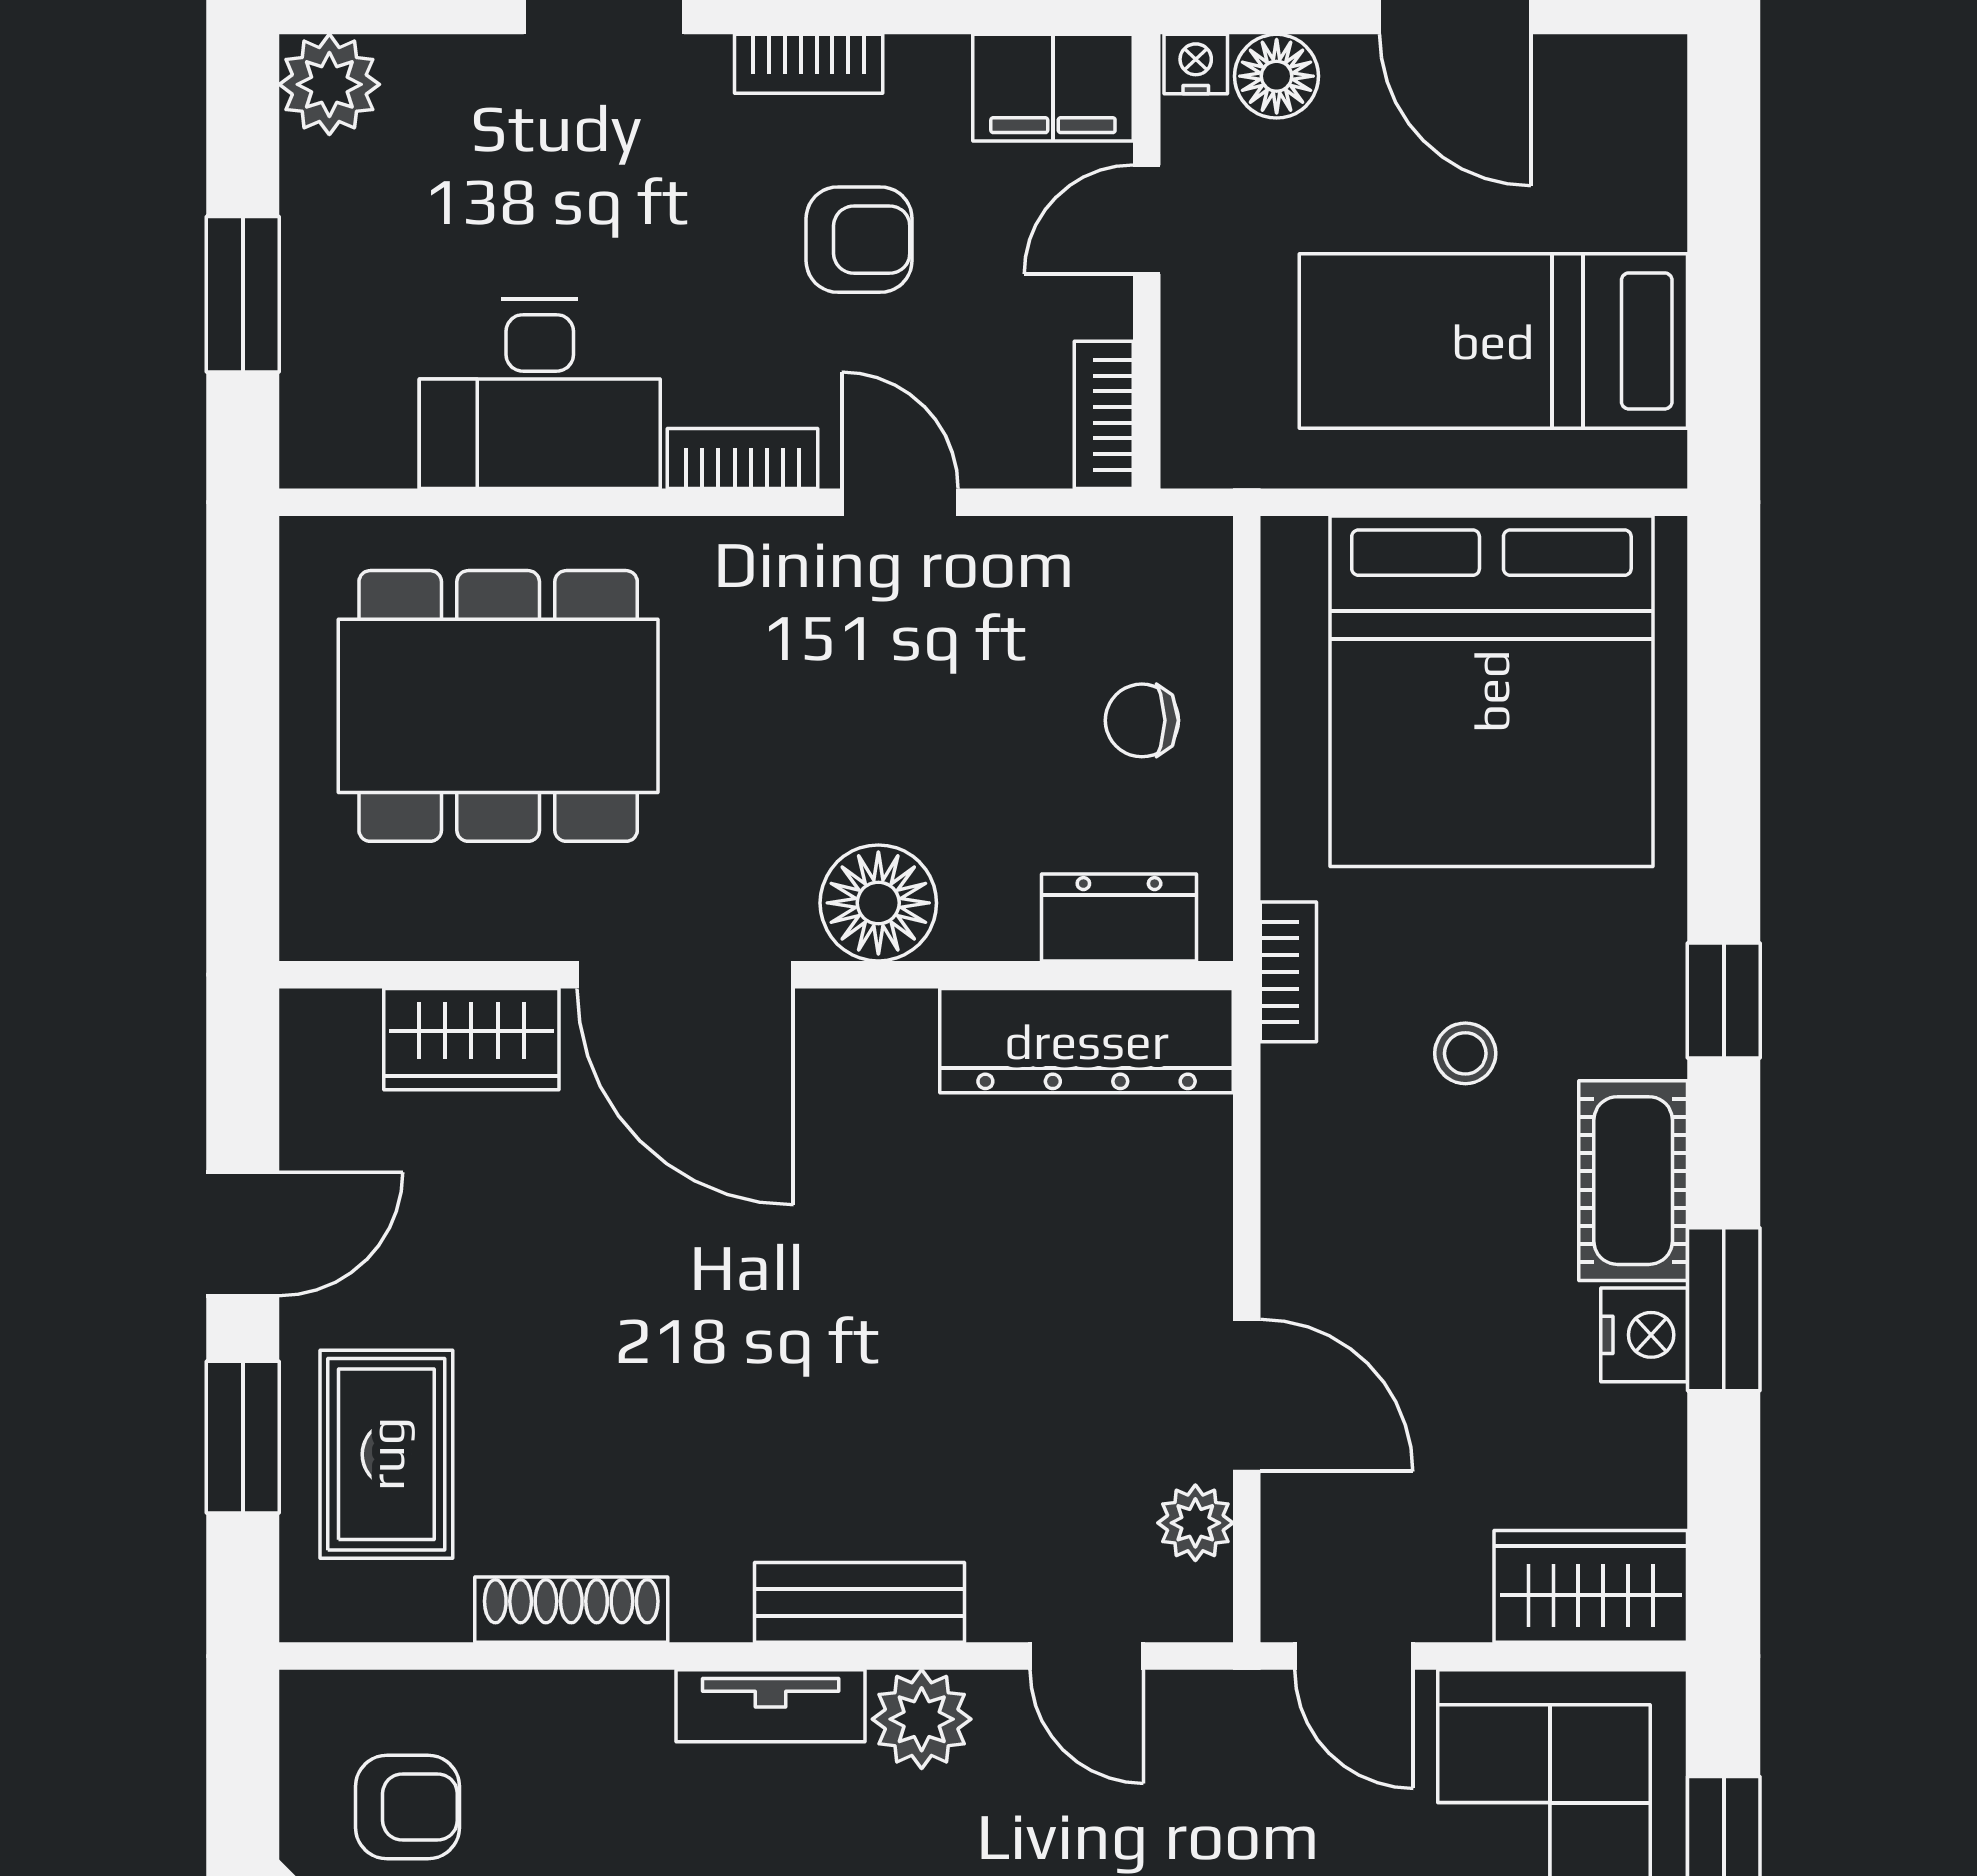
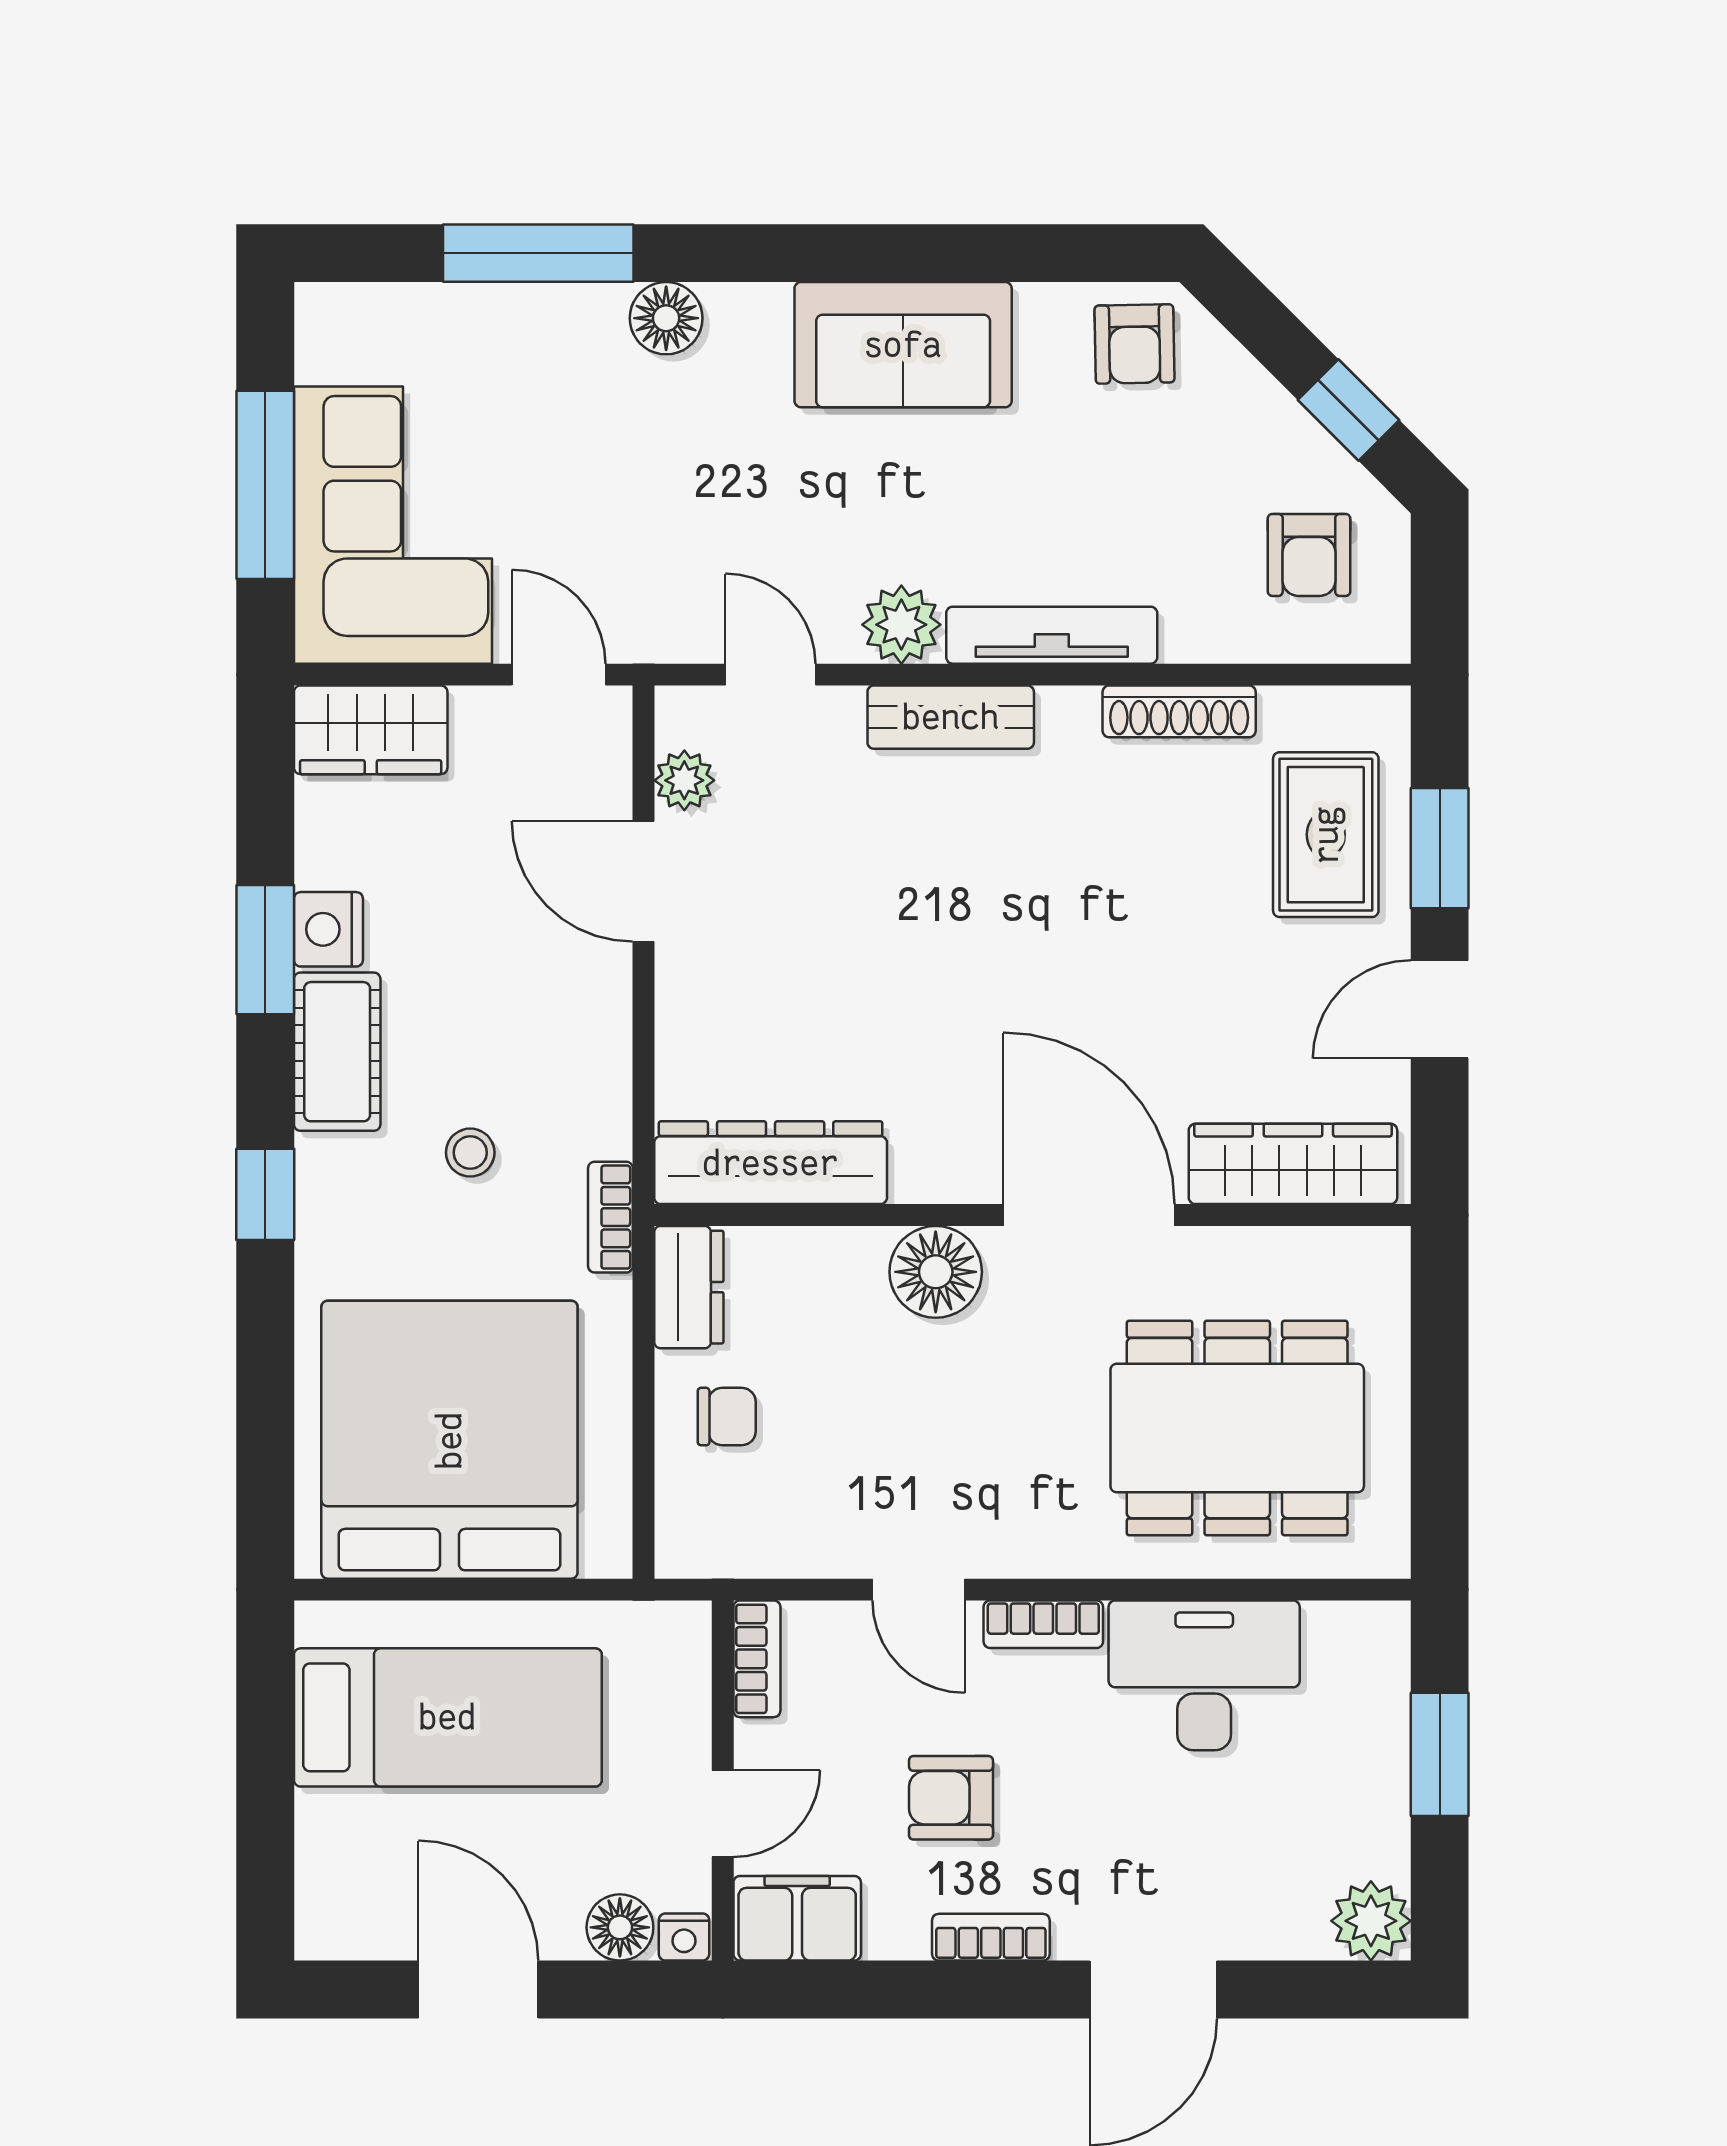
dresser: (1119, 918) -> (689, 1287), moved, turned -90
wardrobe: (471, 1039) -> (1293, 1164), width x1.50
tv unit: (771, 1706) -> (1052, 635), width x1.41
armchair: (407, 1807) -> (1309, 555), turned -90

